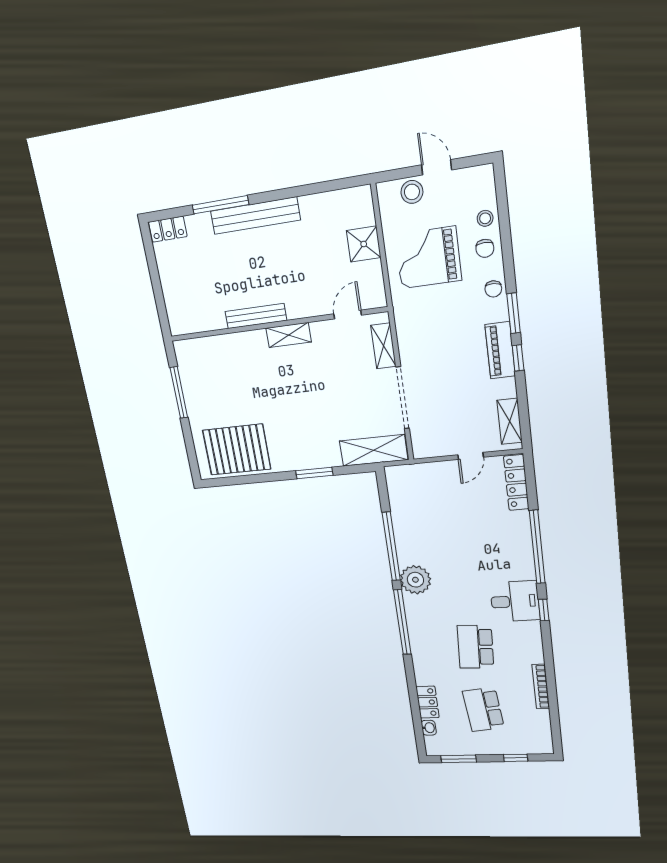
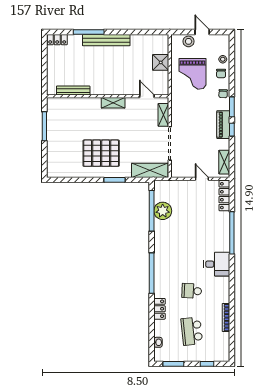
grand piano: (428, 258) -> (192, 74), turned -90
door: (348, 315) -> (147, 96), hinge flipped
bench: (256, 316) -> (73, 91), moved
pallet: (237, 450) -> (101, 153), moved
door: (471, 456) -> (202, 179), swing flipped
window: (391, 546) -> (152, 211), moved
plant: (415, 580) -> (163, 211), moved
window: (544, 610) -> (232, 270), removed
school desk: (475, 647) -> (192, 291), width x0.54
locker: (428, 702) -> (160, 309), moved

